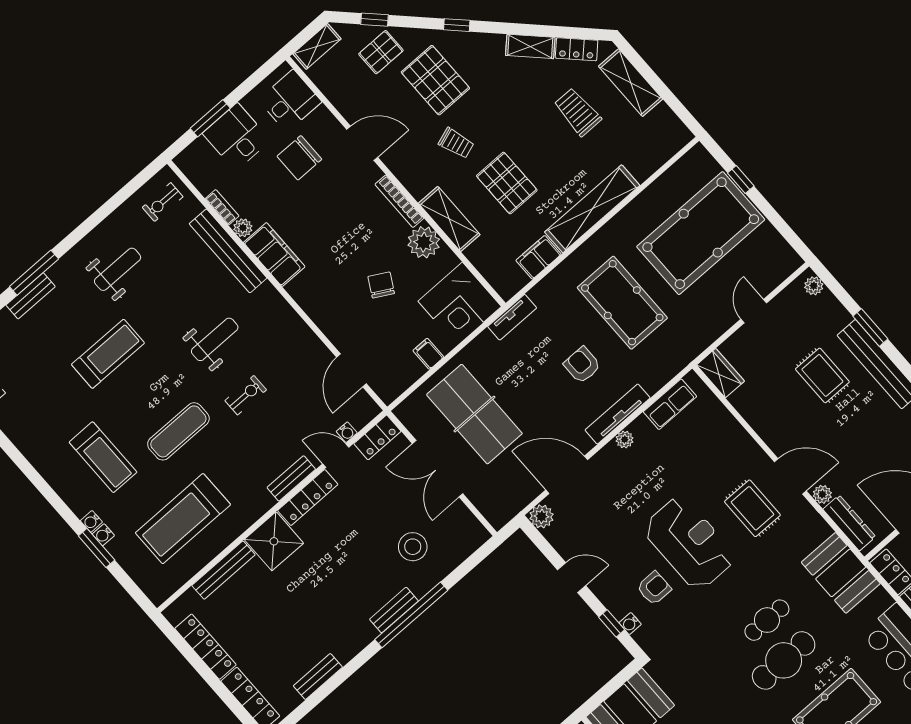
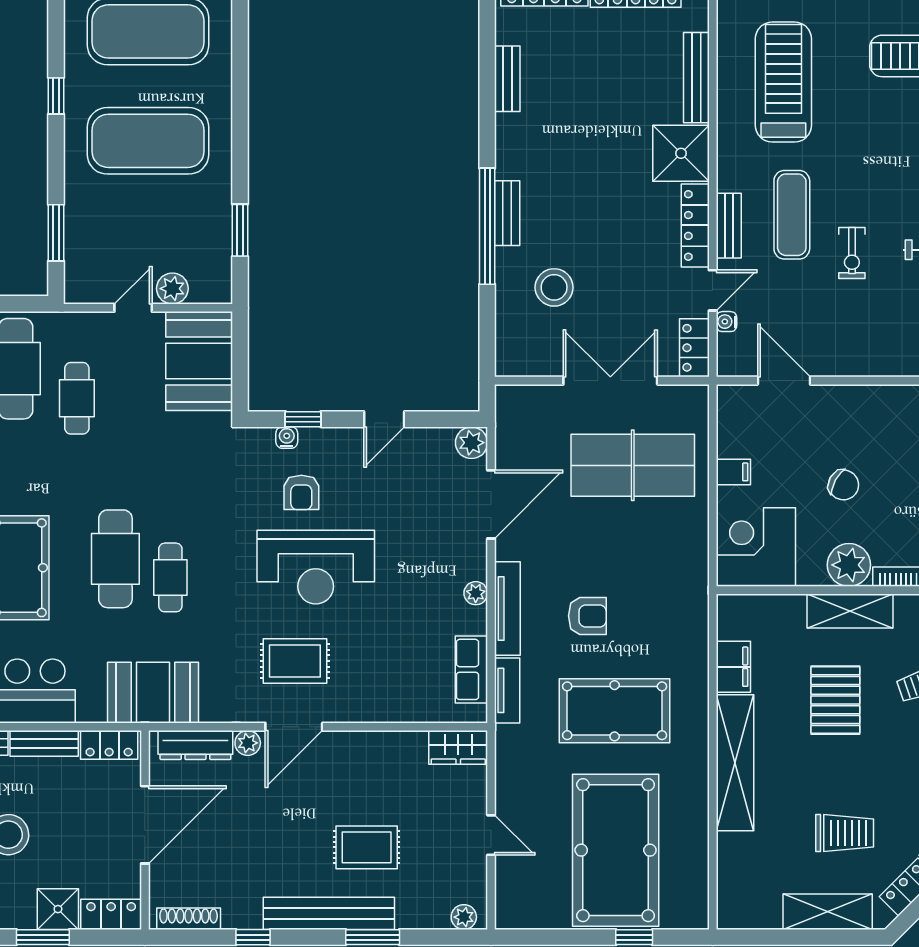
pallet: (507, 183) -> (835, 700), turned 90
tv unit: (512, 317) -> (507, 690), moved, turned 180
exercise mat: (178, 431) -> (792, 215), moved

